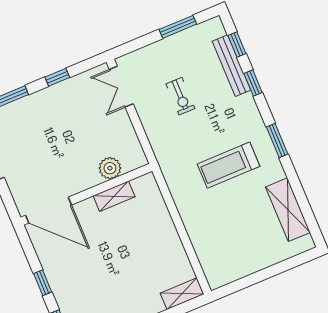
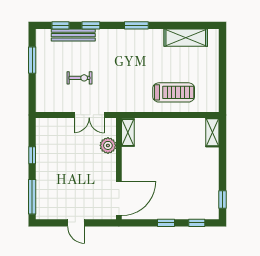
double door: (121, 87) -> (89, 115), moved
treadmill: (228, 165) -> (174, 92), moved, turned -90
shelving: (114, 196) -> (128, 132), moved

